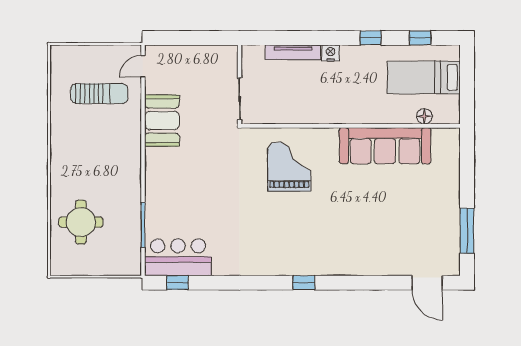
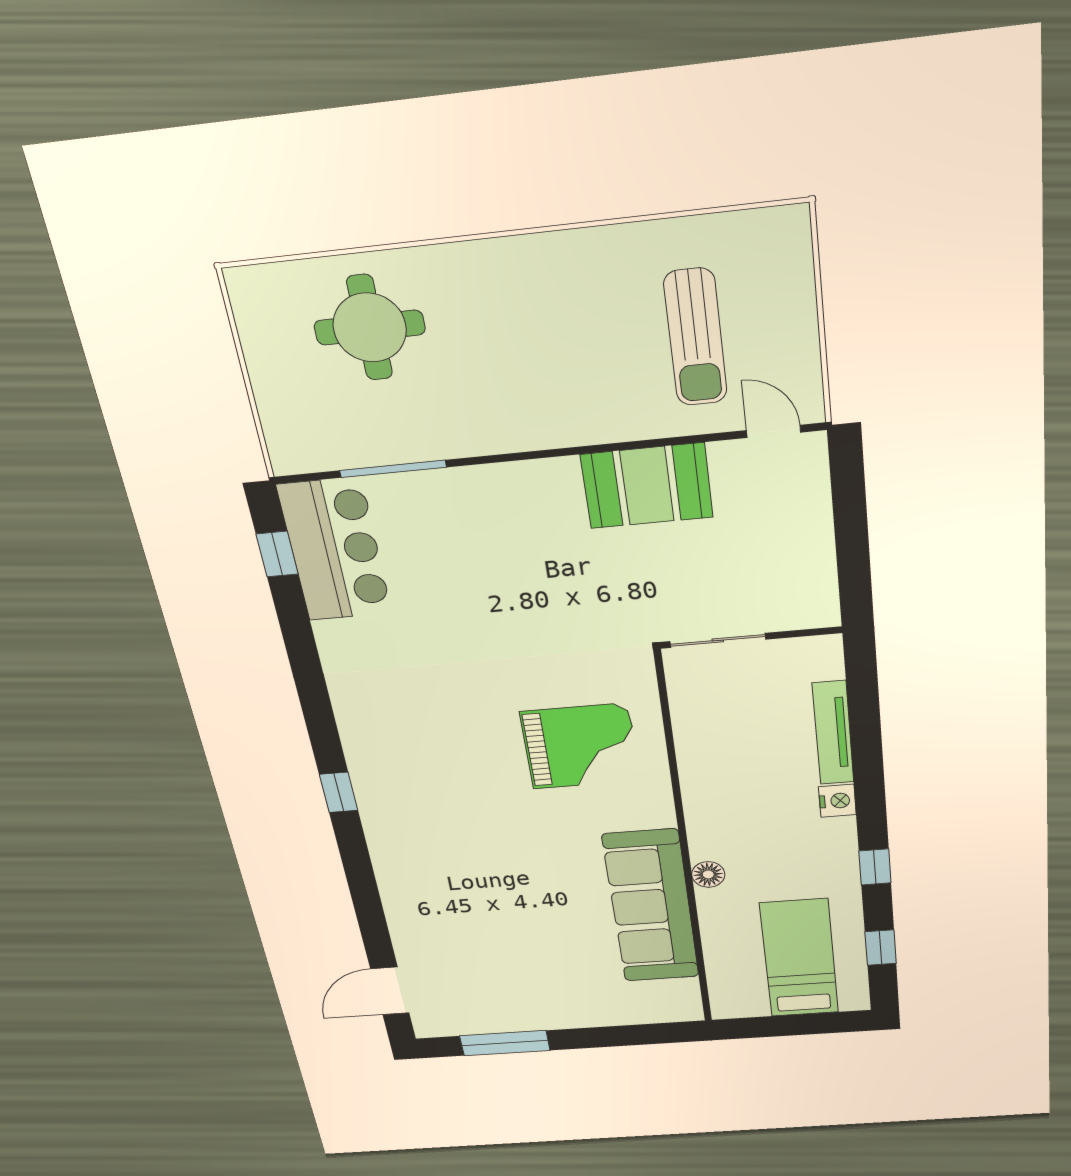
floor lamp: (424, 116) -> (708, 874), moved

